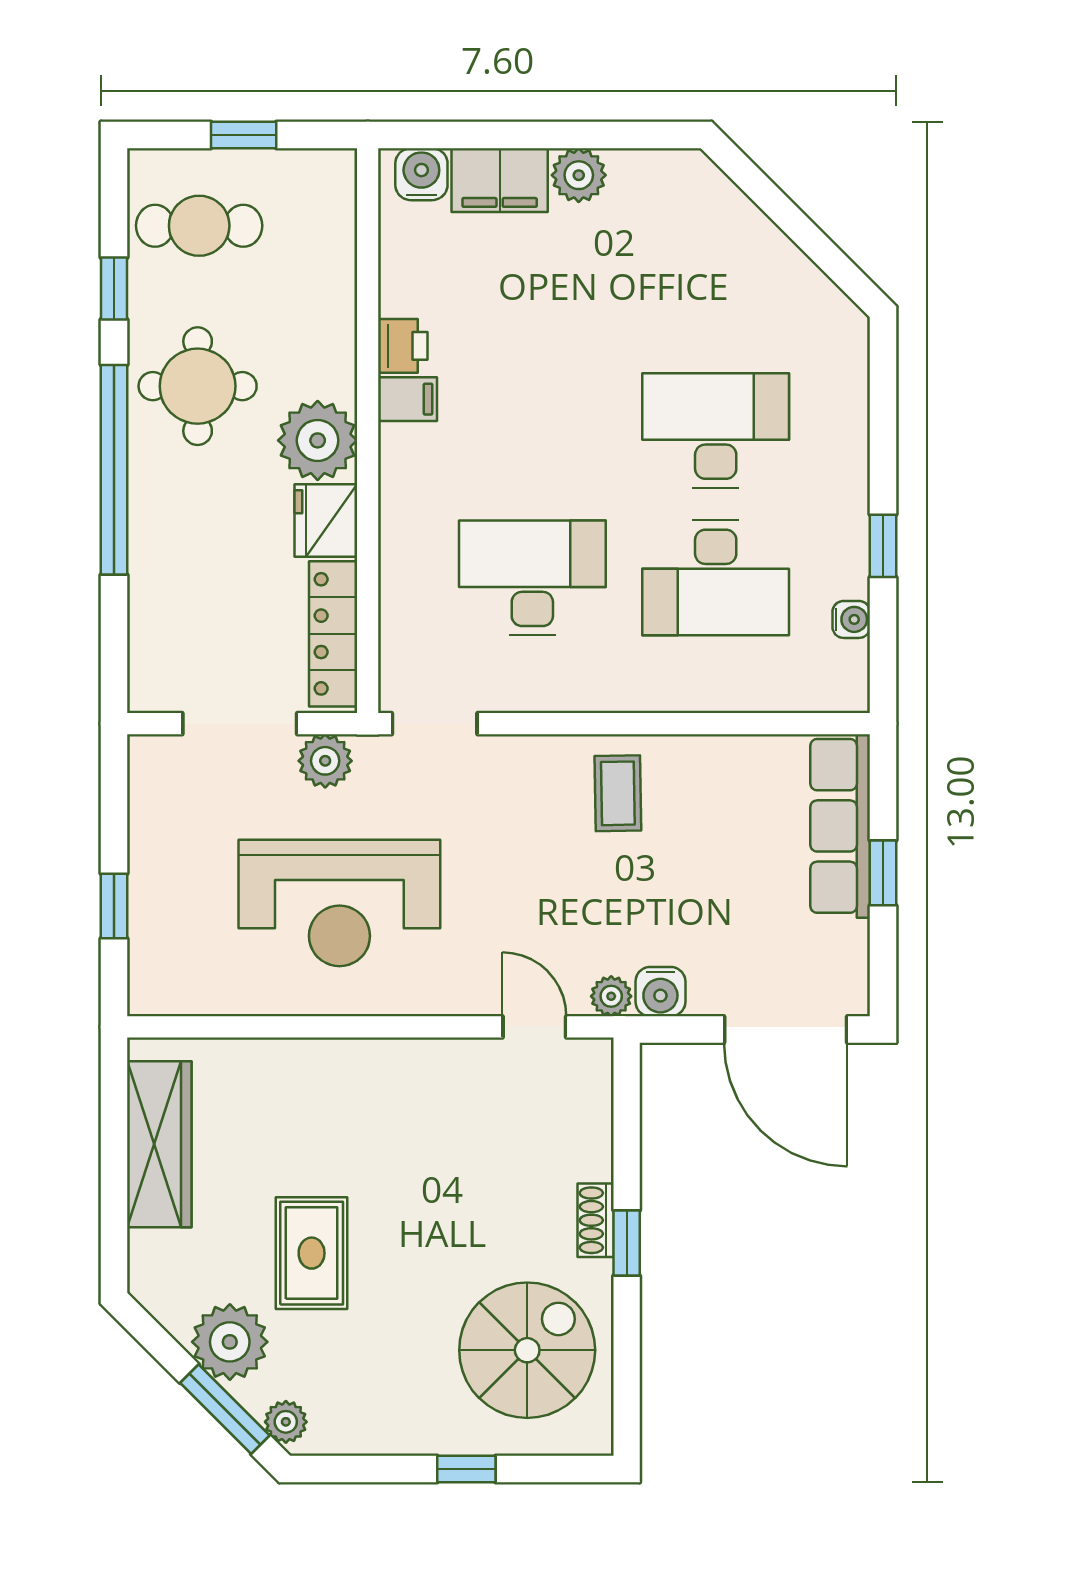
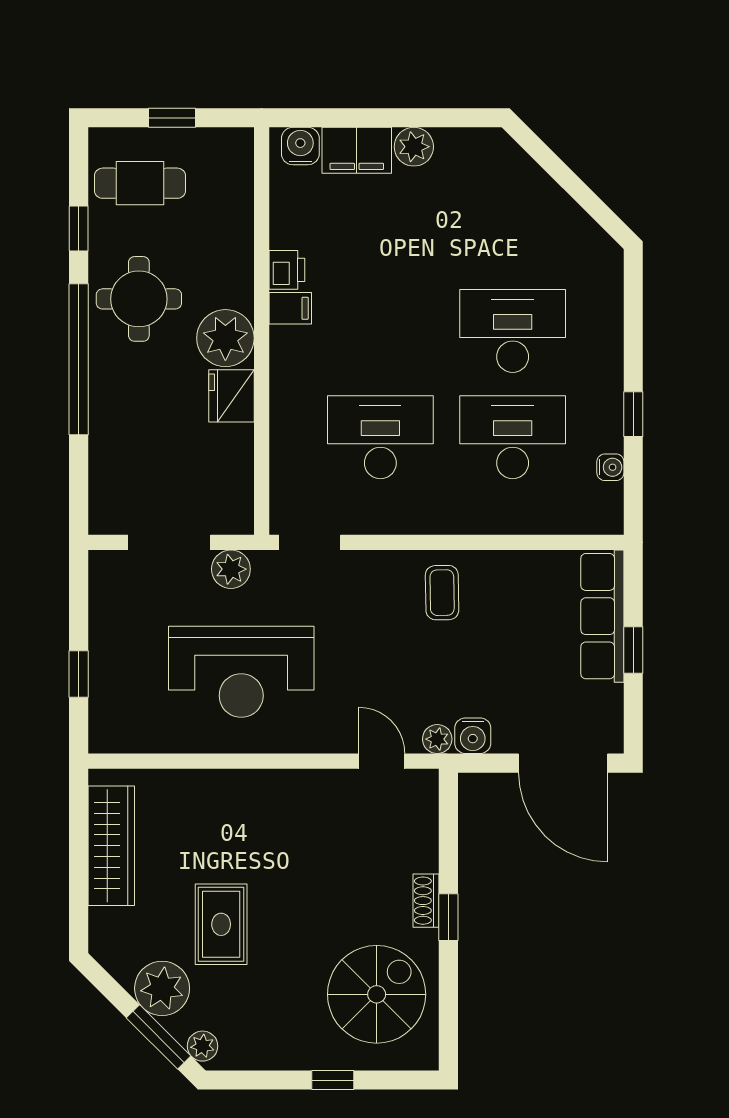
desk: (716, 578) -> (513, 437), turned 180
locker: (333, 634) -> (237, 478), removed

